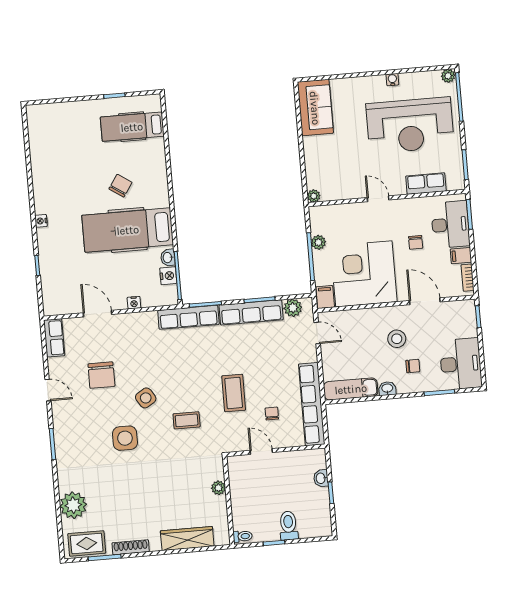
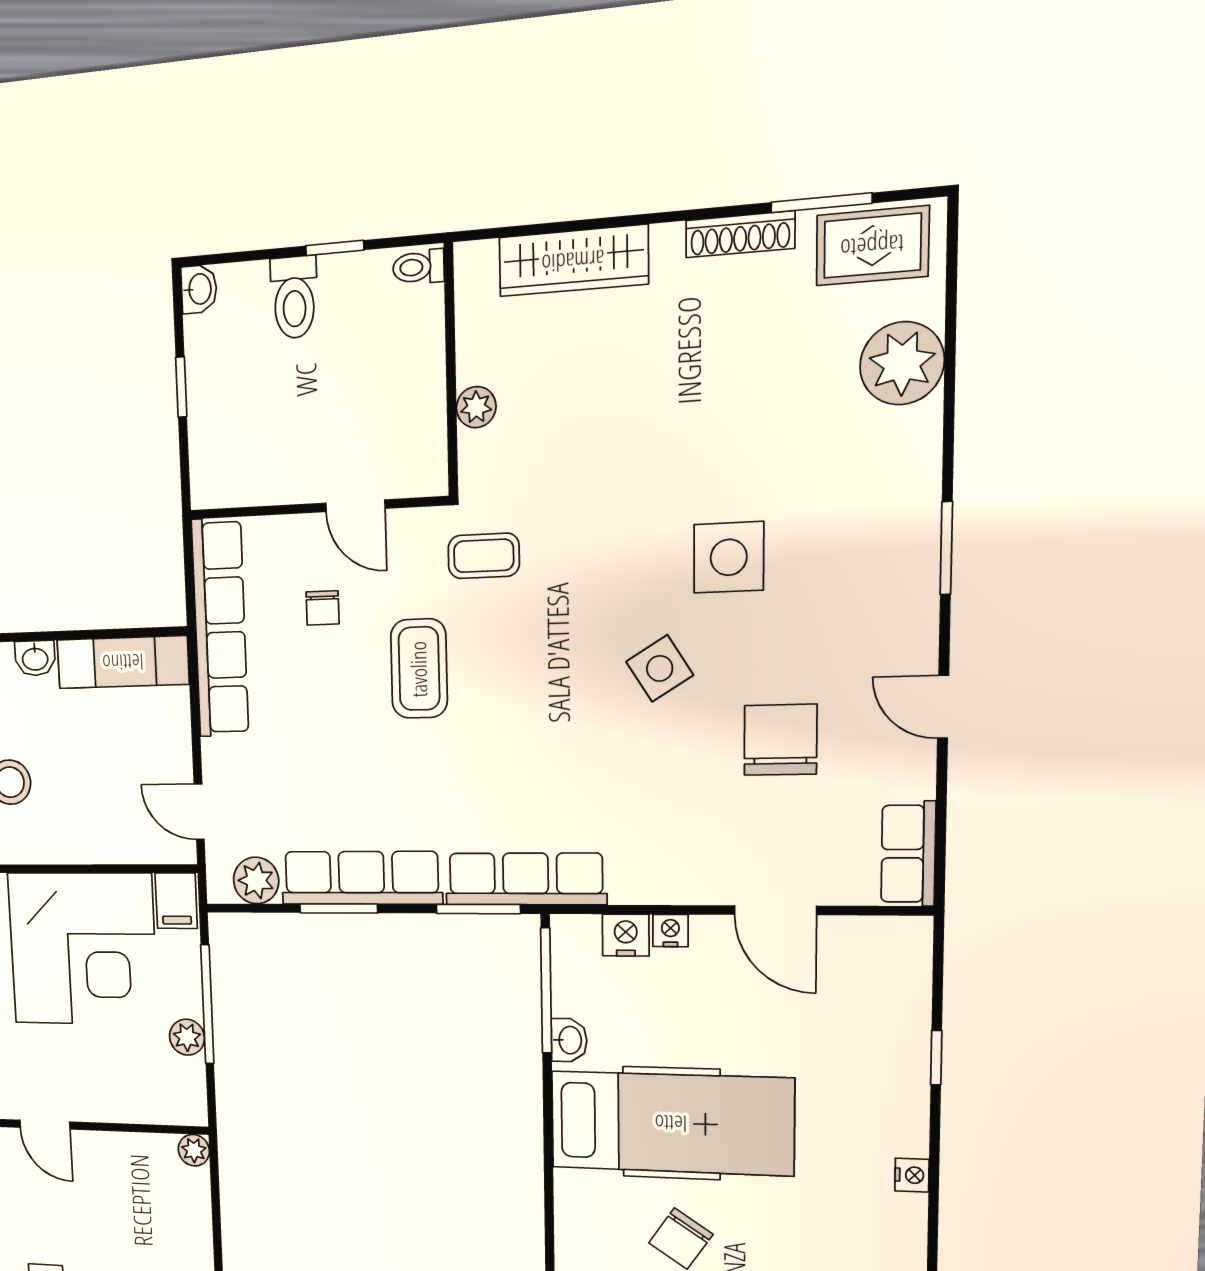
nightstand: (168, 276) -> (626, 935), moved, turned 90
coffee table: (187, 420) -> (484, 556), moved
washbasin: (321, 478) -> (199, 289), moved

